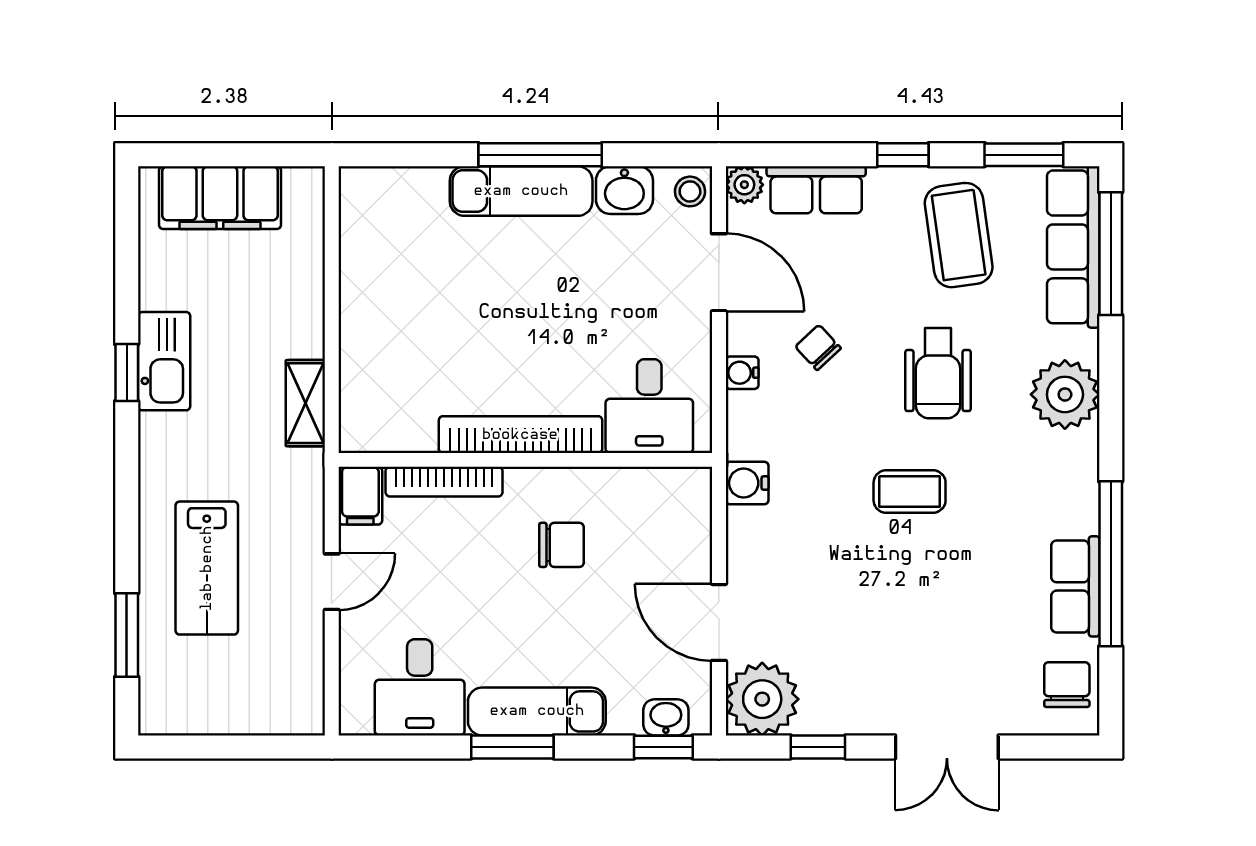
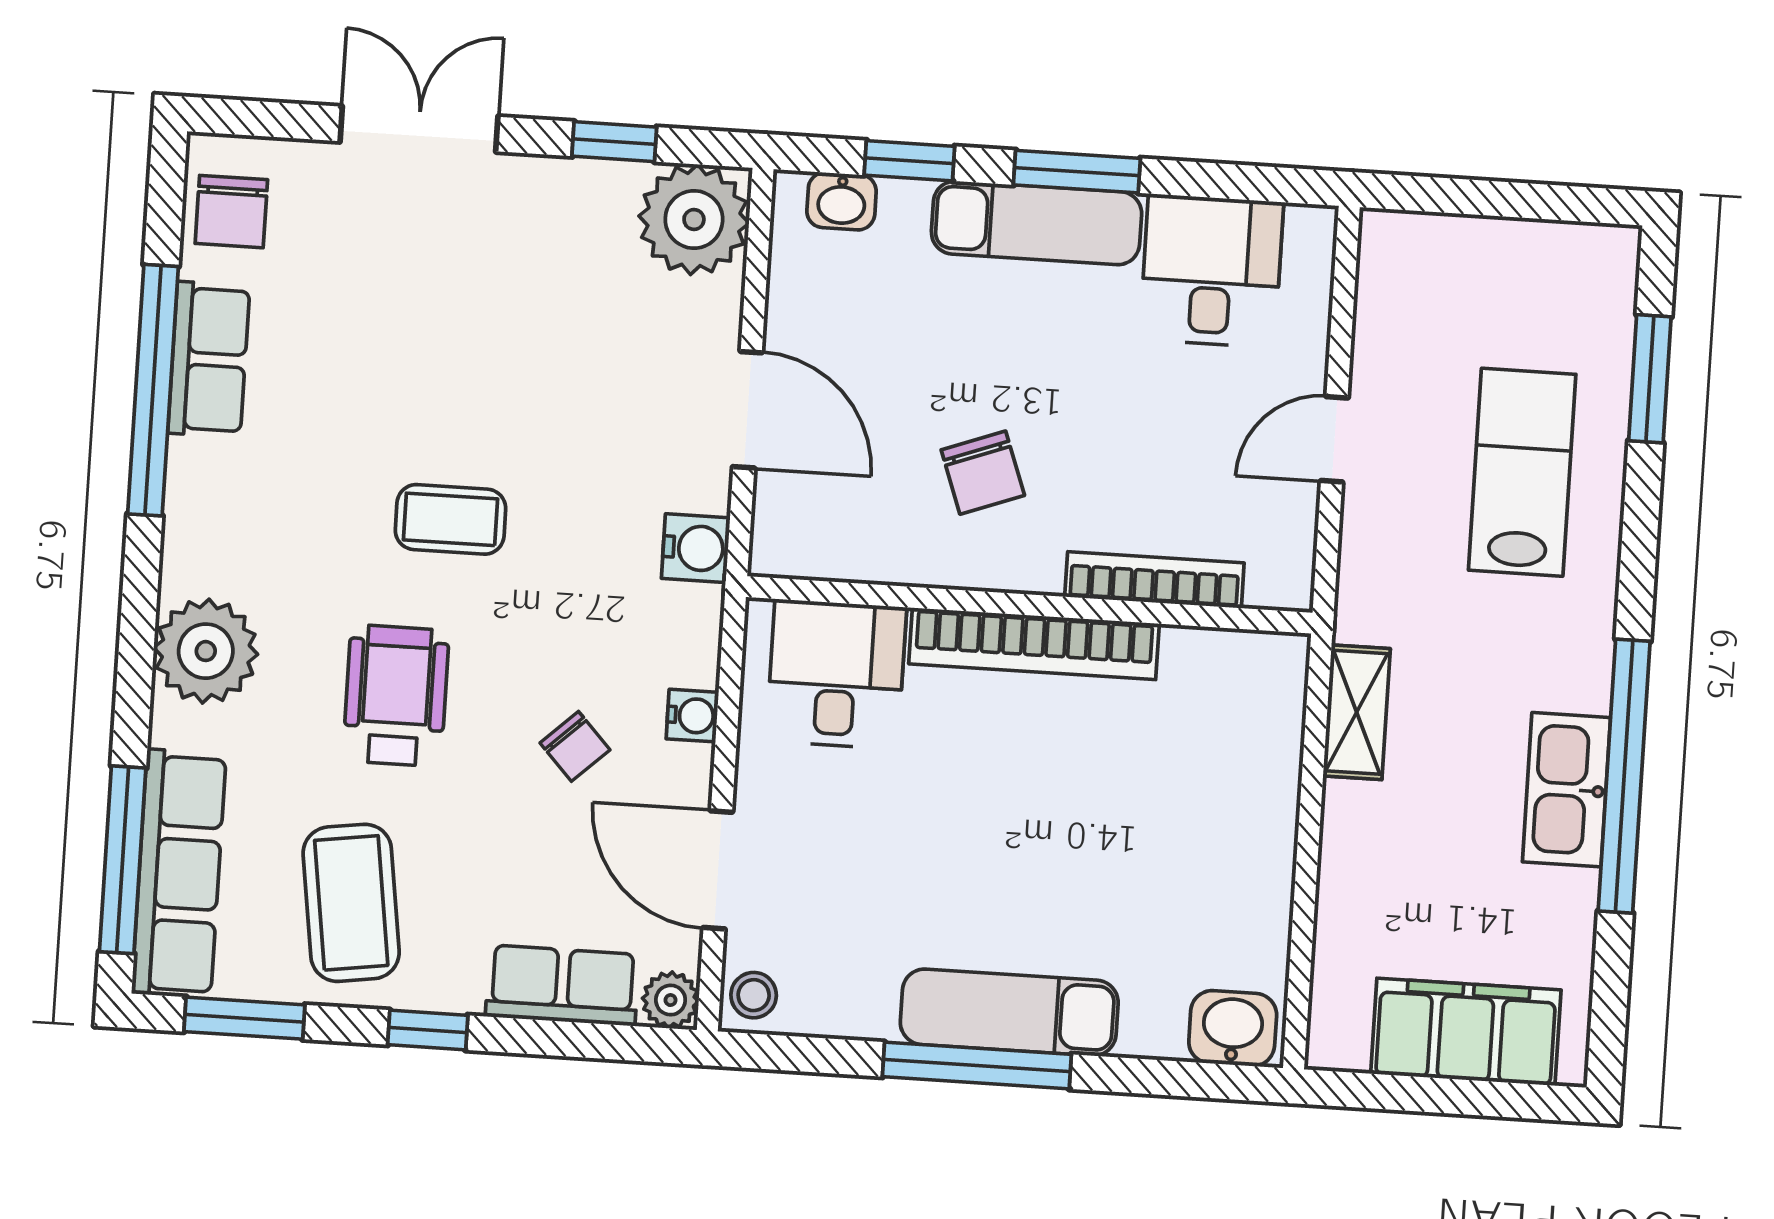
washbasin: (624, 190) -> (1233, 1028), moved
window: (127, 373) -> (1624, 776), width x3.17
filing cabinet: (360, 496) -> (1283, 567), removed
chair: (561, 545) -> (983, 473), turned -110
door: (719, 622) -> (747, 410), moved
window: (663, 747) -> (909, 161), moved

